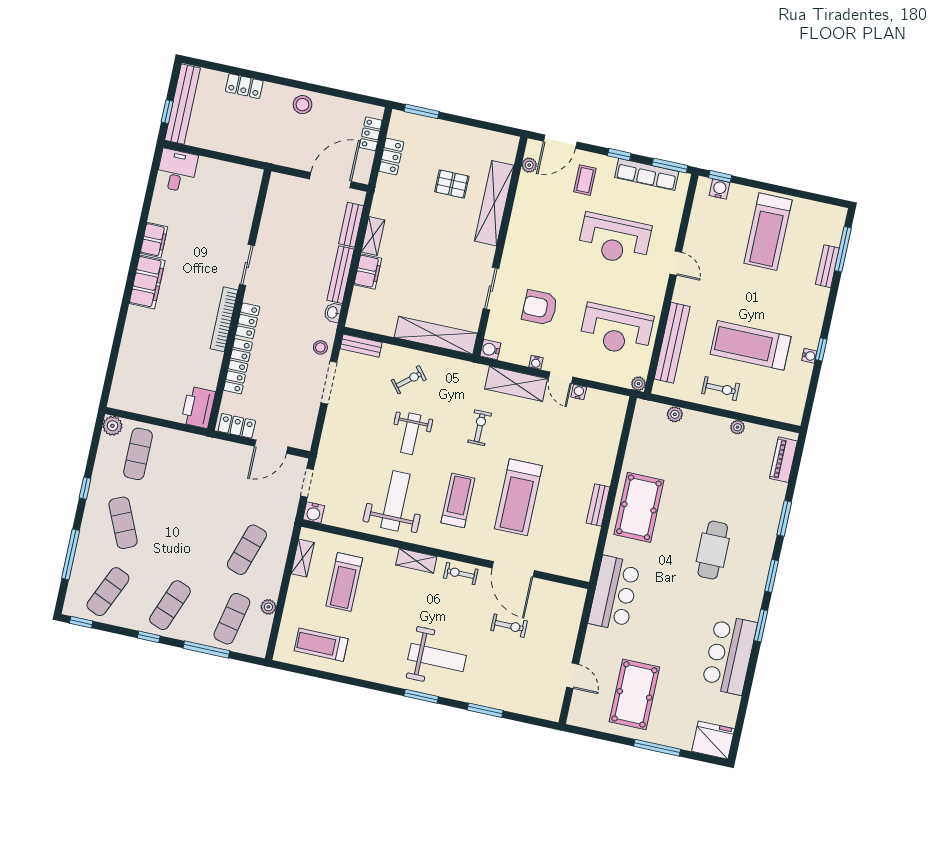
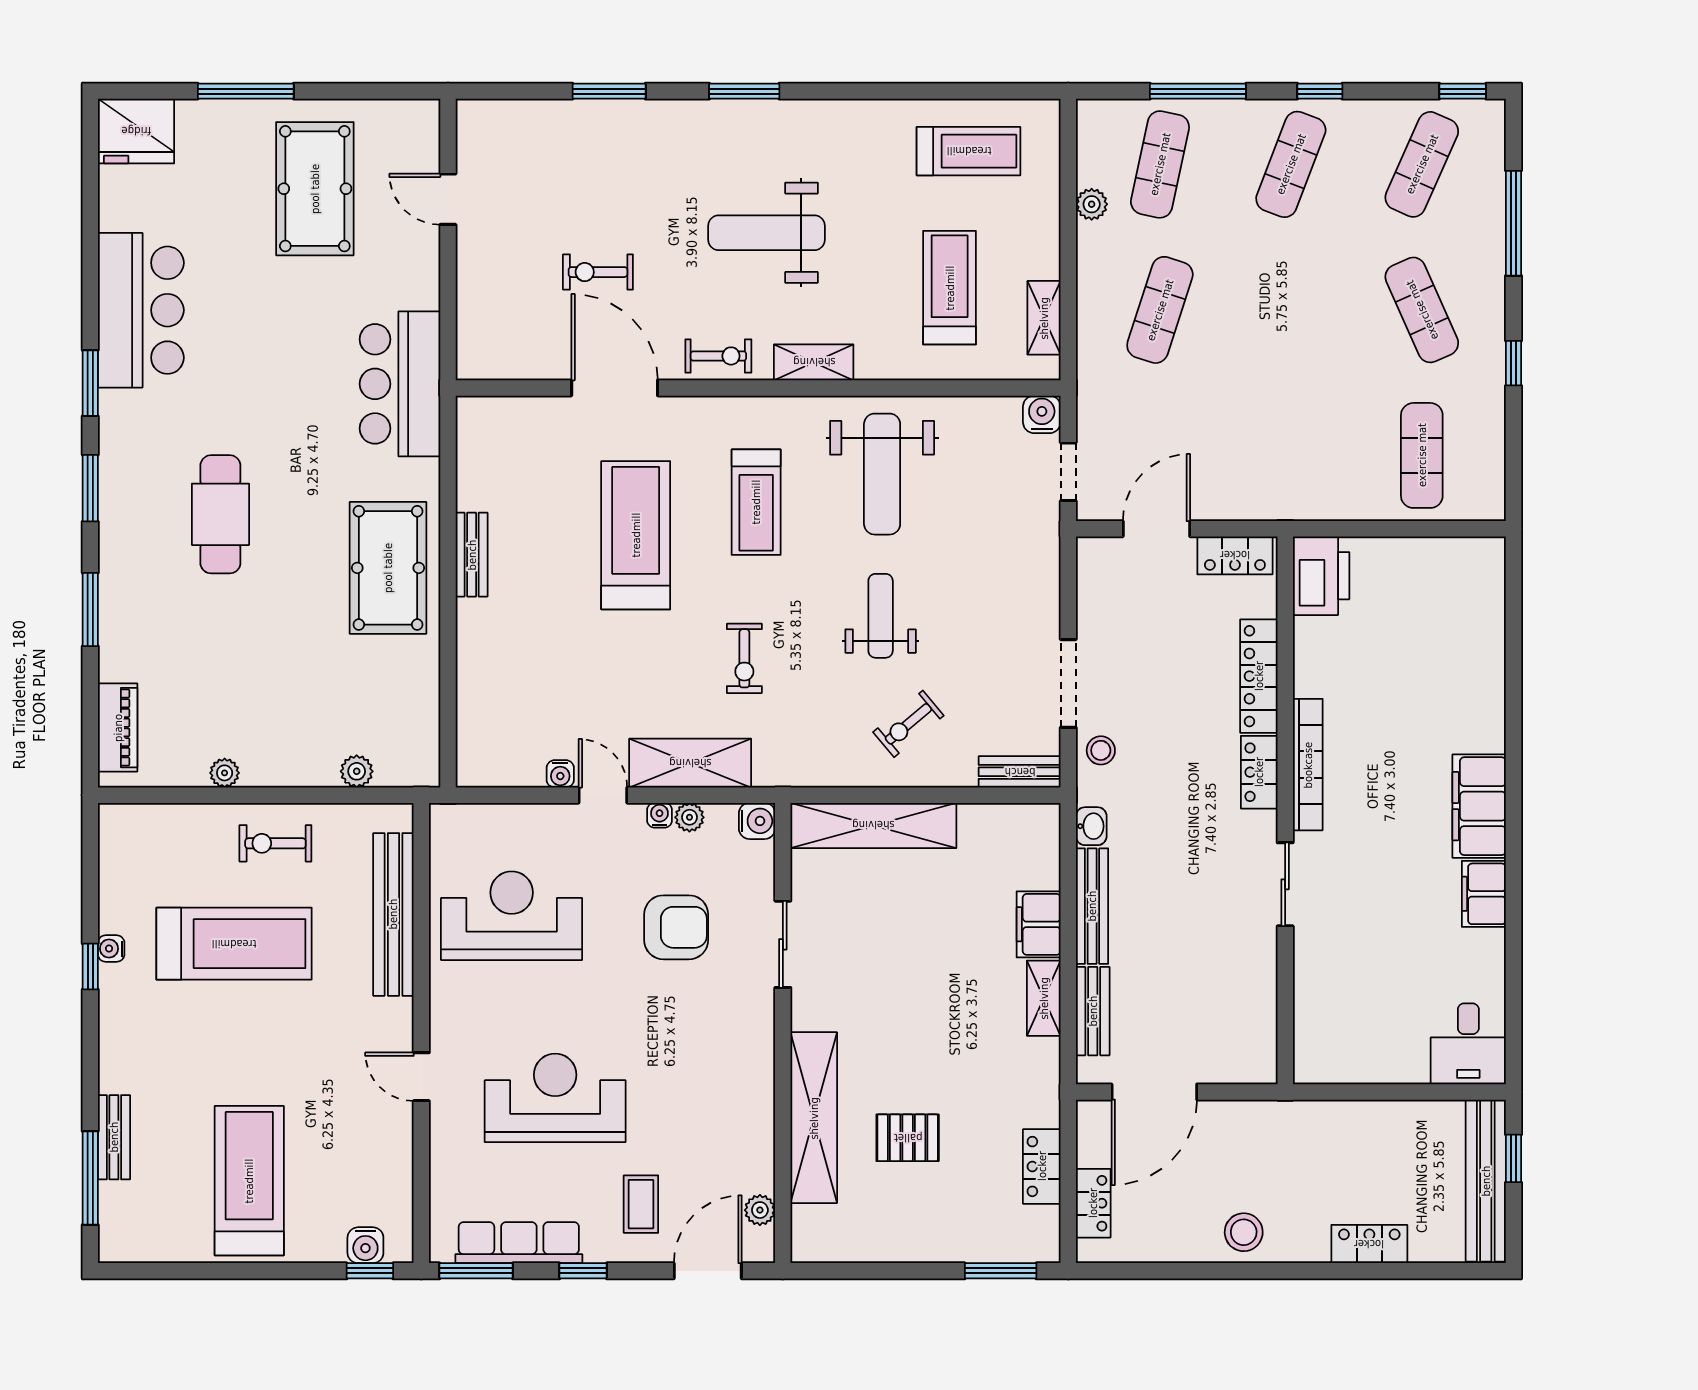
plant: (638, 384) -> (689, 817), moved
plant: (112, 426) -> (1486, 501), removed
weight bench: (437, 658) -> (766, 233), moved

